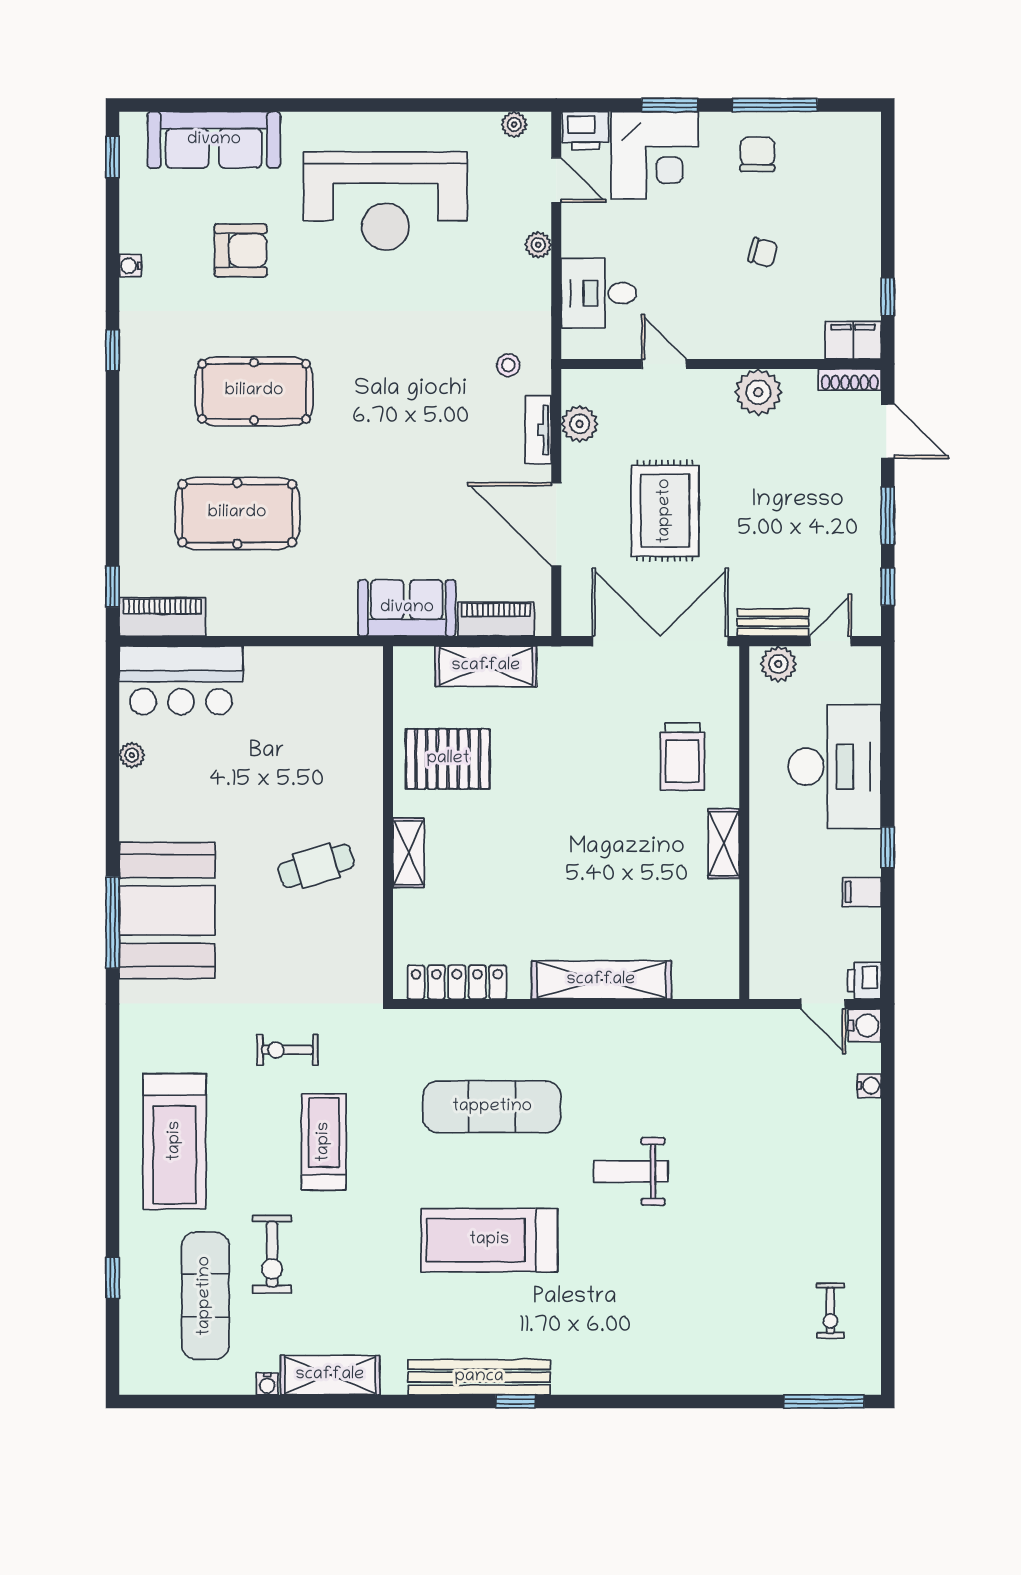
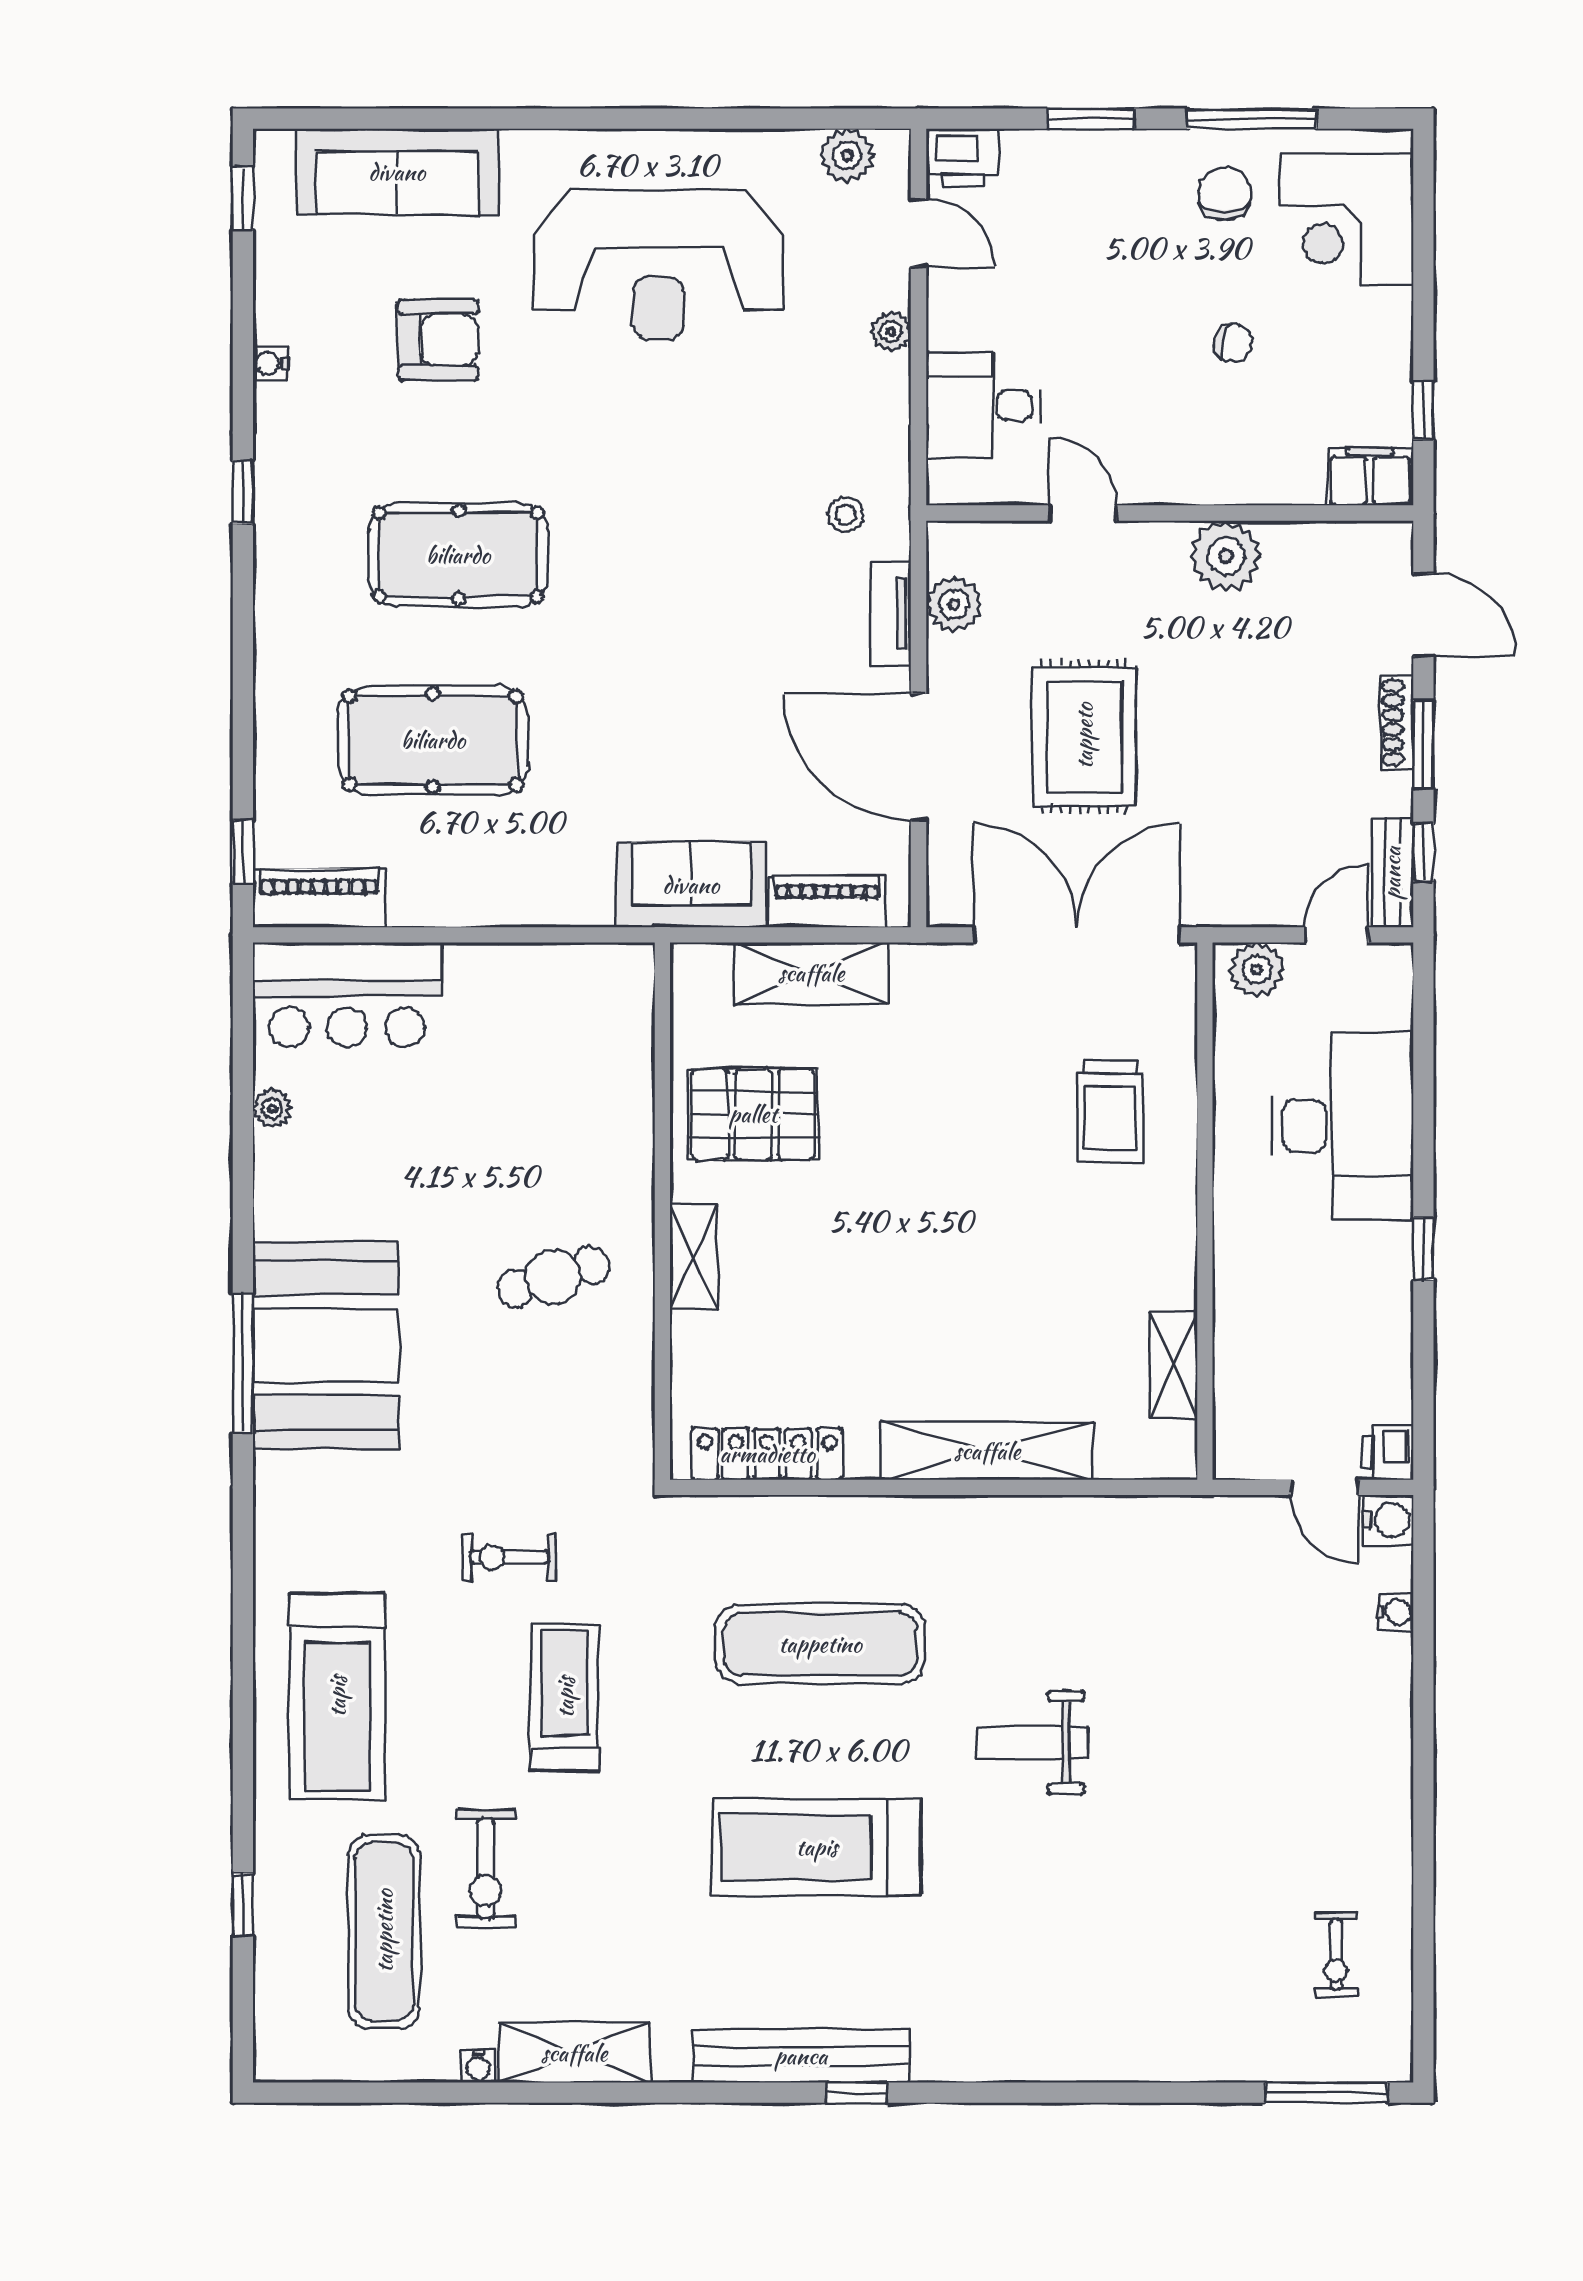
plant: (514, 124) -> (847, 155), width x1.38, depth x1.38
corner desk: (655, 155) -> (1347, 220), moved, turned 90
shoe rack: (850, 380) -> (1397, 722), moved, turned 90
bench: (773, 622) -> (1392, 873), moved, turned 90
shelving: (724, 844) -> (1173, 1365), moved
filing cabinet: (862, 892) -> (1384, 1317), removed

